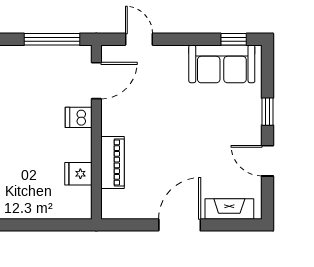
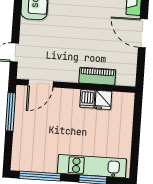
door: (96, 81) -> (41, 83), swing flipped
dishwasher: (79, 117) -> (87, 99), moved

